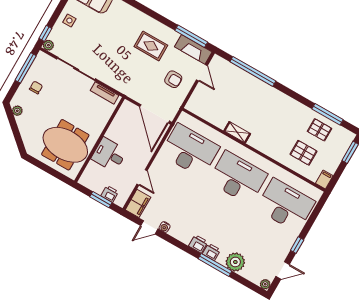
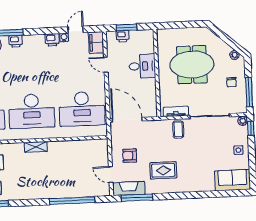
coffee table: (113, 75) -> (178, 129), added
shelving: (237, 132) -> (36, 147), moved
meeting table: (65, 145) -> (192, 65), moved
printer: (198, 244) -> (52, 40), moved

